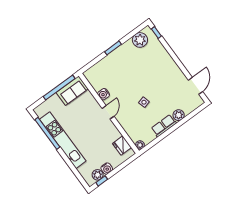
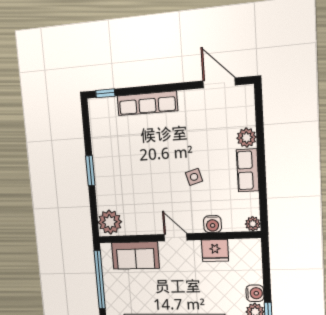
plant: (140, 40) -> (110, 222), moved
row of seats: (165, 57) -> (147, 103), added
sofa: (72, 91) -> (135, 255), moved, turned 90
water cooler: (104, 94) -> (212, 224), moved
fridge: (122, 145) -> (215, 250), moved

